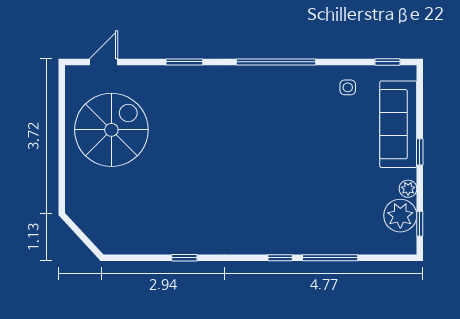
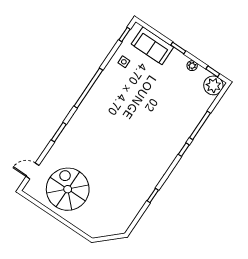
door: (103, 62) -> (32, 171), hinge flipped
sofa: (398, 124) -> (152, 46), width x0.73
plant: (400, 216) -> (213, 85), moved

